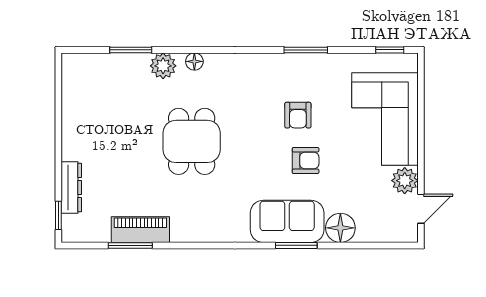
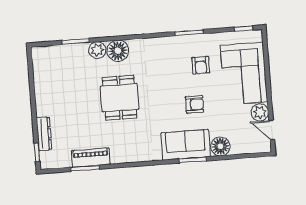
floor lamp: (194, 61) -> (118, 51), width x1.89, depth x1.89
armchair: (298, 115) -> (201, 65), moved
door: (421, 209) -> (272, 130), swing flipped

